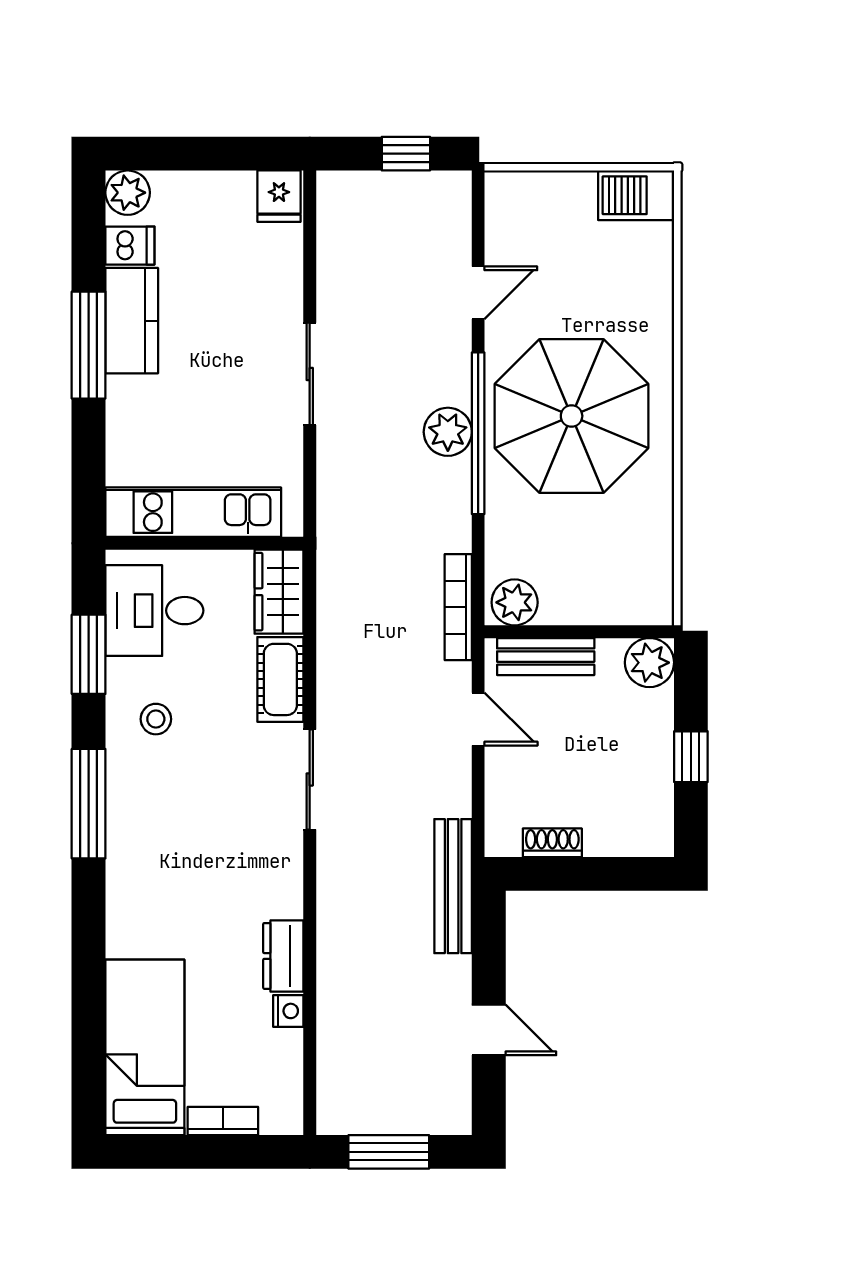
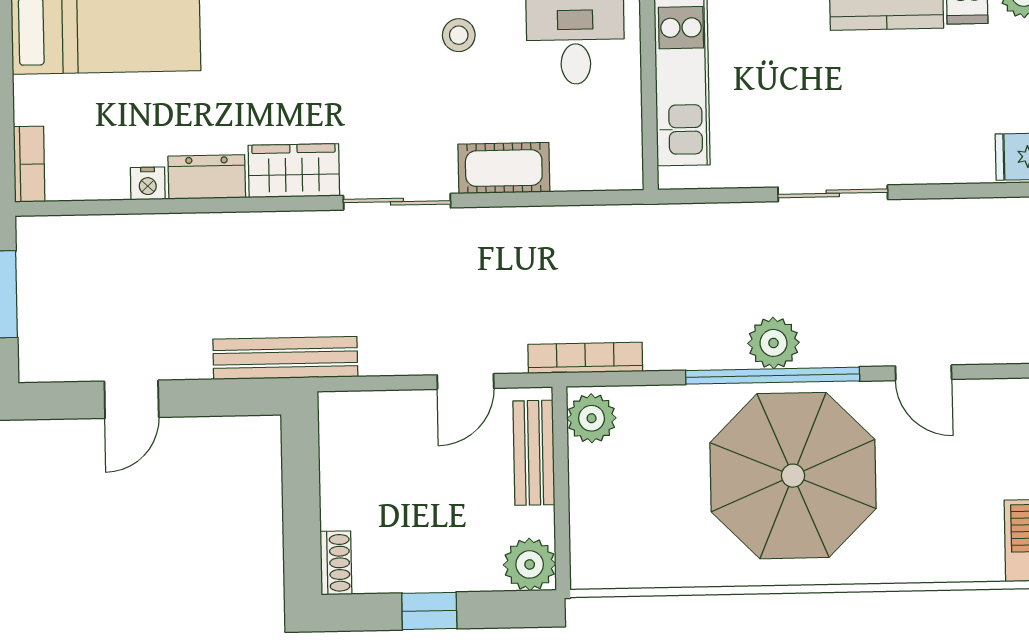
wardrobe: (279, 592) -> (294, 171), moved
shoe rack: (552, 843) -> (336, 563), moved
bookcase: (223, 1121) -> (29, 164), moved

